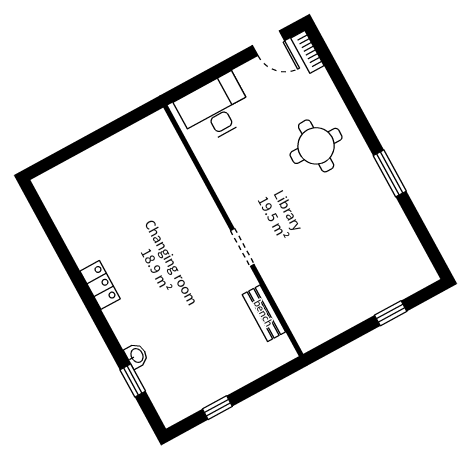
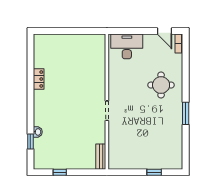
locker: (100, 285) -> (39, 79), moved
bench: (264, 313) -> (101, 157), moved

